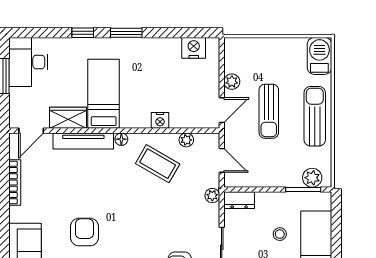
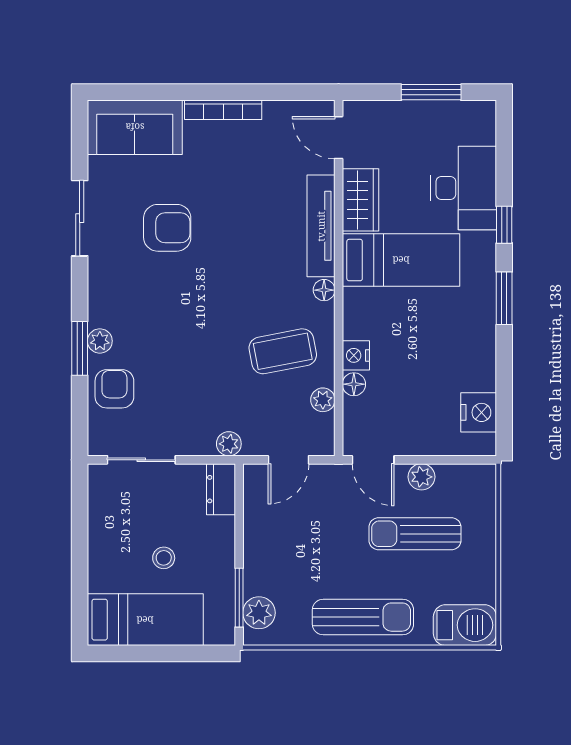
desk: (28, 62) -> (464, 188), moved, turned 90
sun lounger: (269, 111) -> (415, 534), moved
floor lamp: (177, 122) -> (354, 384), added
coffee table: (158, 164) -> (283, 351), turned 49
bookcase: (15, 182) -> (223, 110), moved

